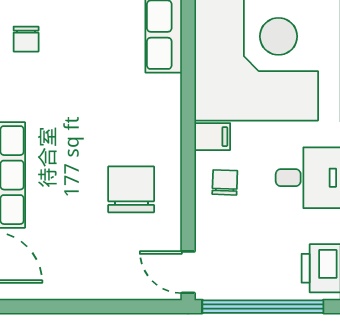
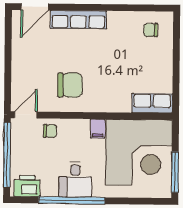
chair: (225, 182) -> (50, 131), moved

